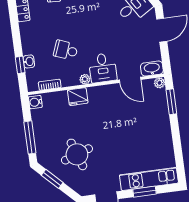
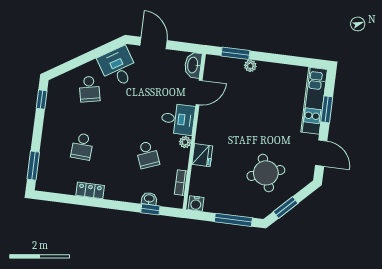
school desk: (66, 50) -> (148, 155), turned -42
plant: (159, 83) -> (250, 66), moved

